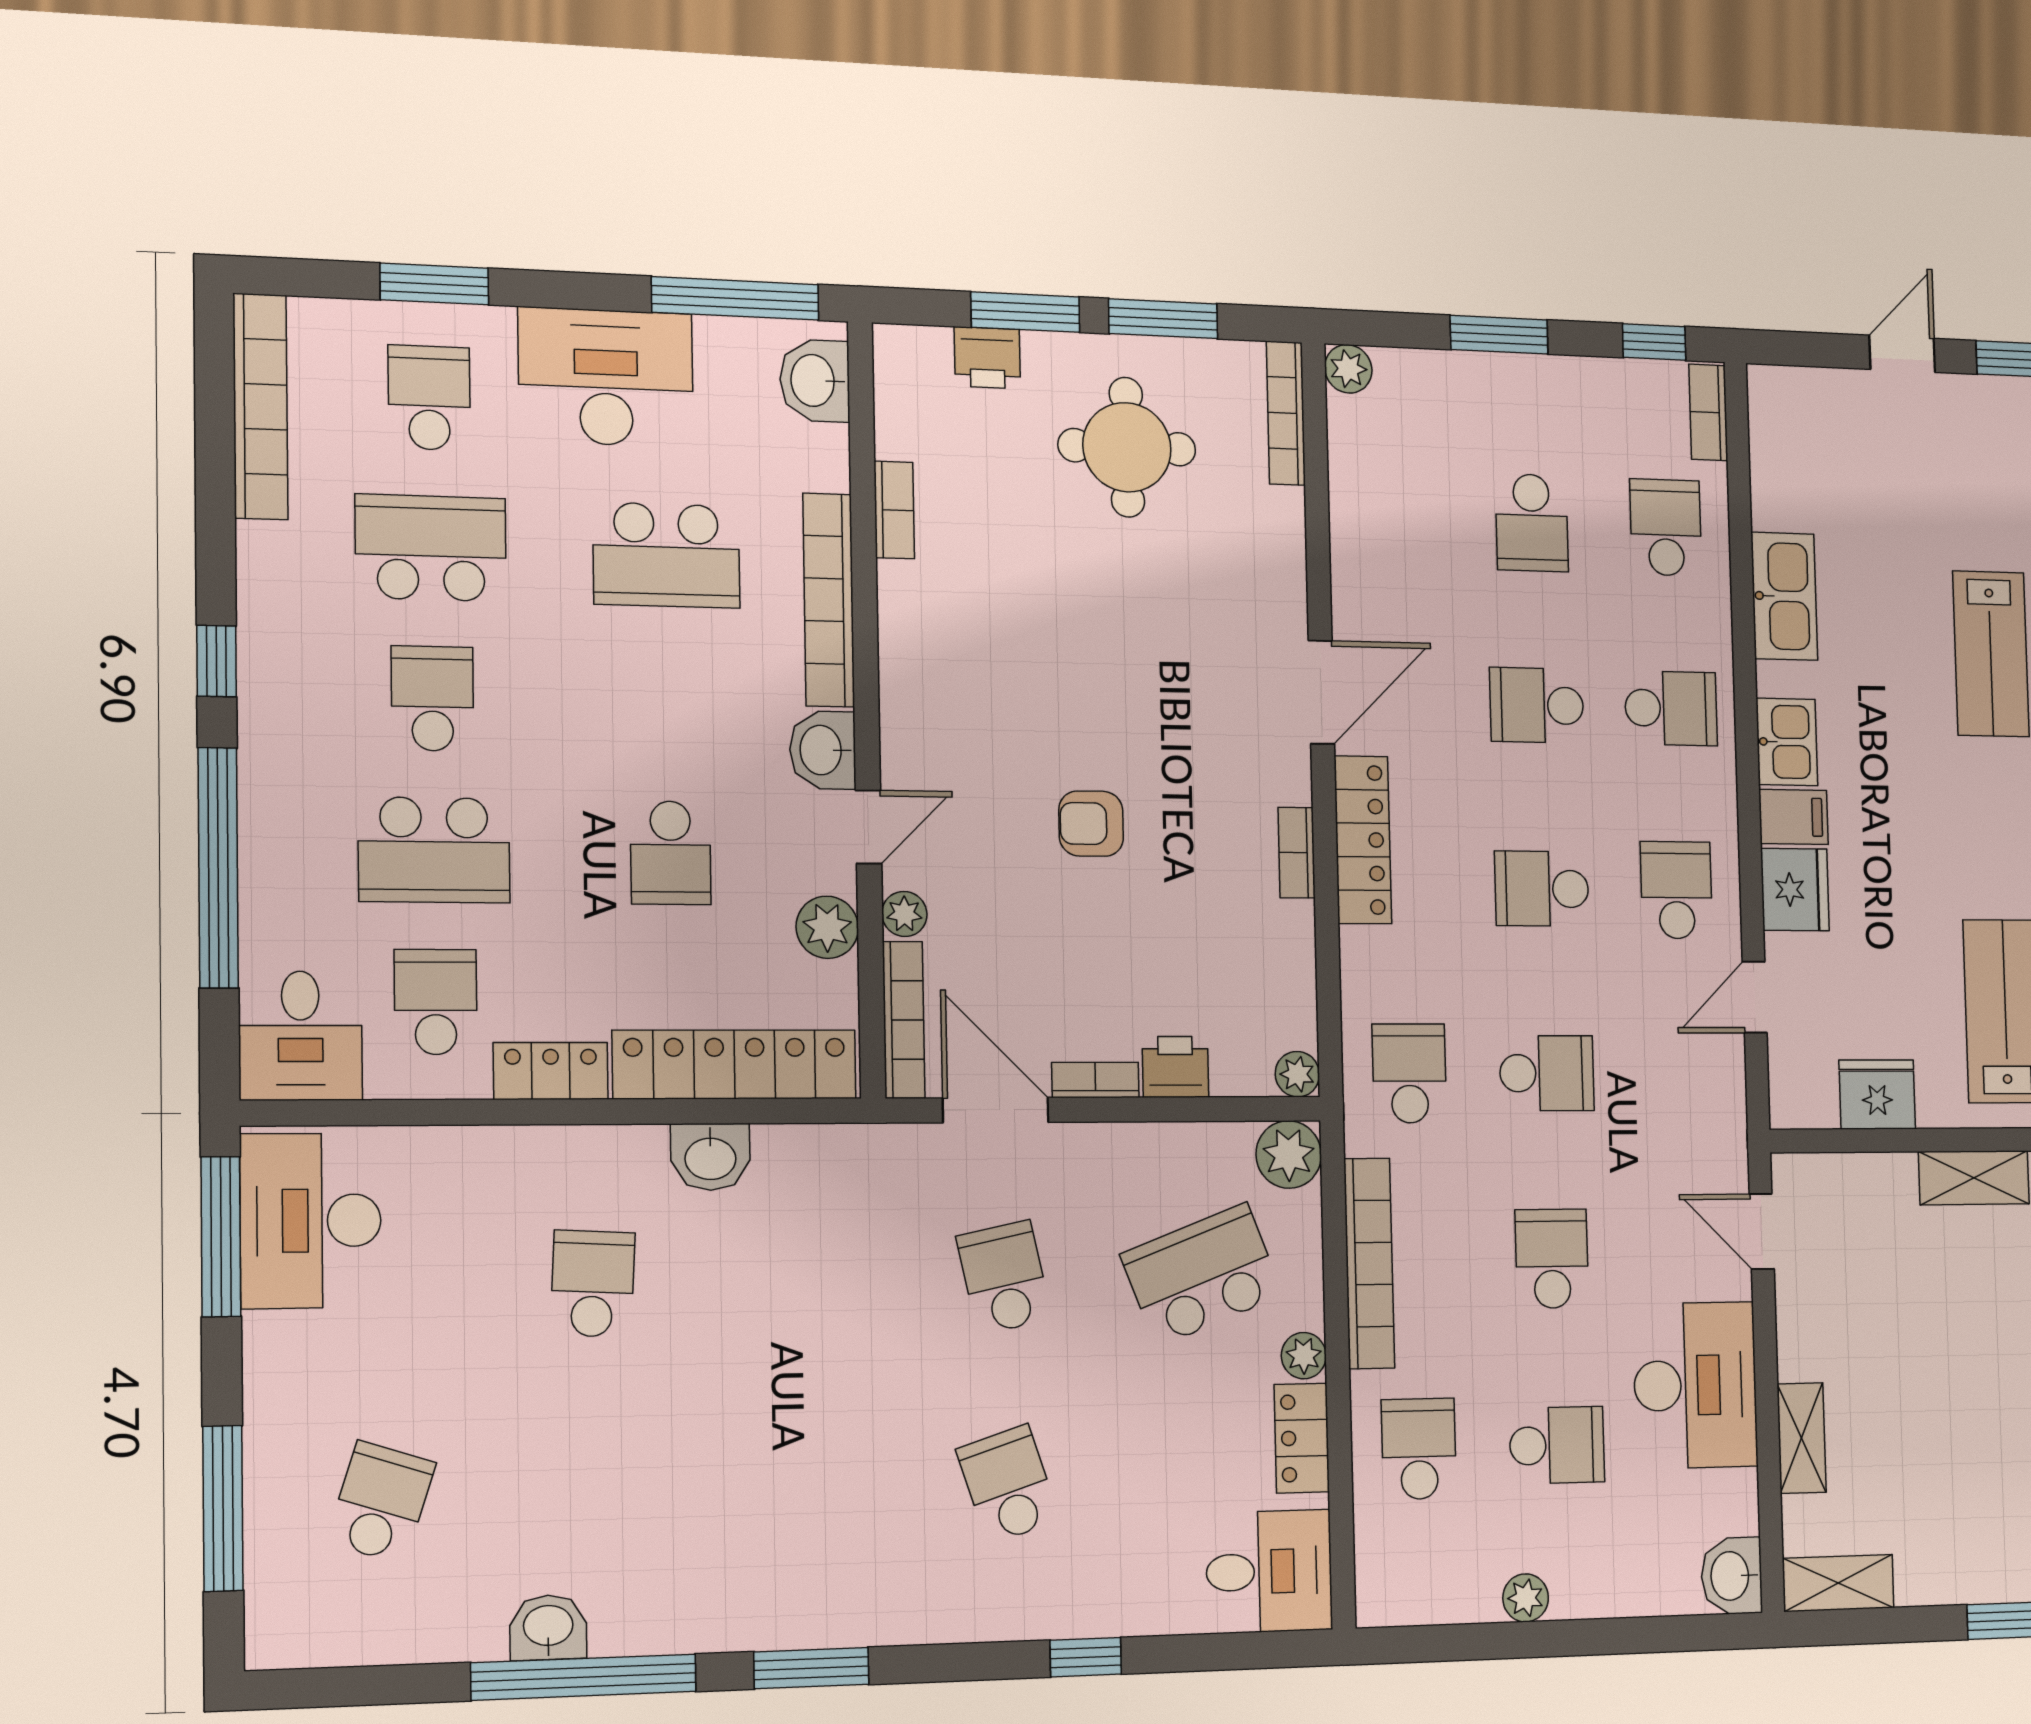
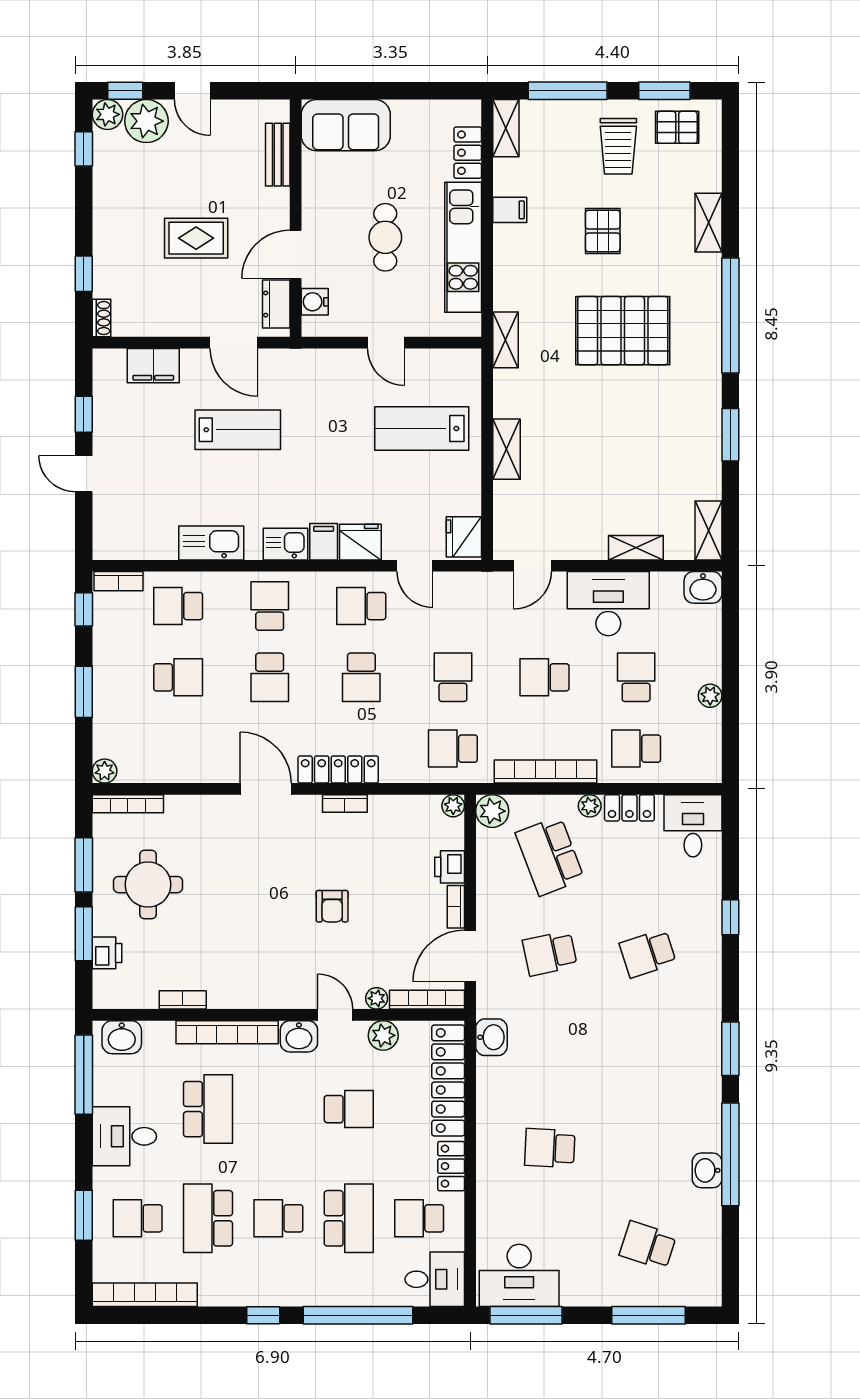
desk: (606, 377) -> (124, 1136), width x0.73
fridge: (1877, 1094) -> (464, 537), moved
washbasin: (710, 1157) -> (491, 1037), moved

